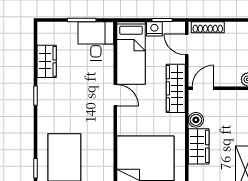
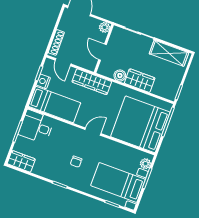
door: (187, 44) -> (63, 62), hinge flipped
wardrobe: (47, 61) -> (21, 161), moved
door: (203, 88) -> (102, 52), moved
door: (115, 95) -> (93, 132), moved
chair: (71, 105) -> (76, 162), added

